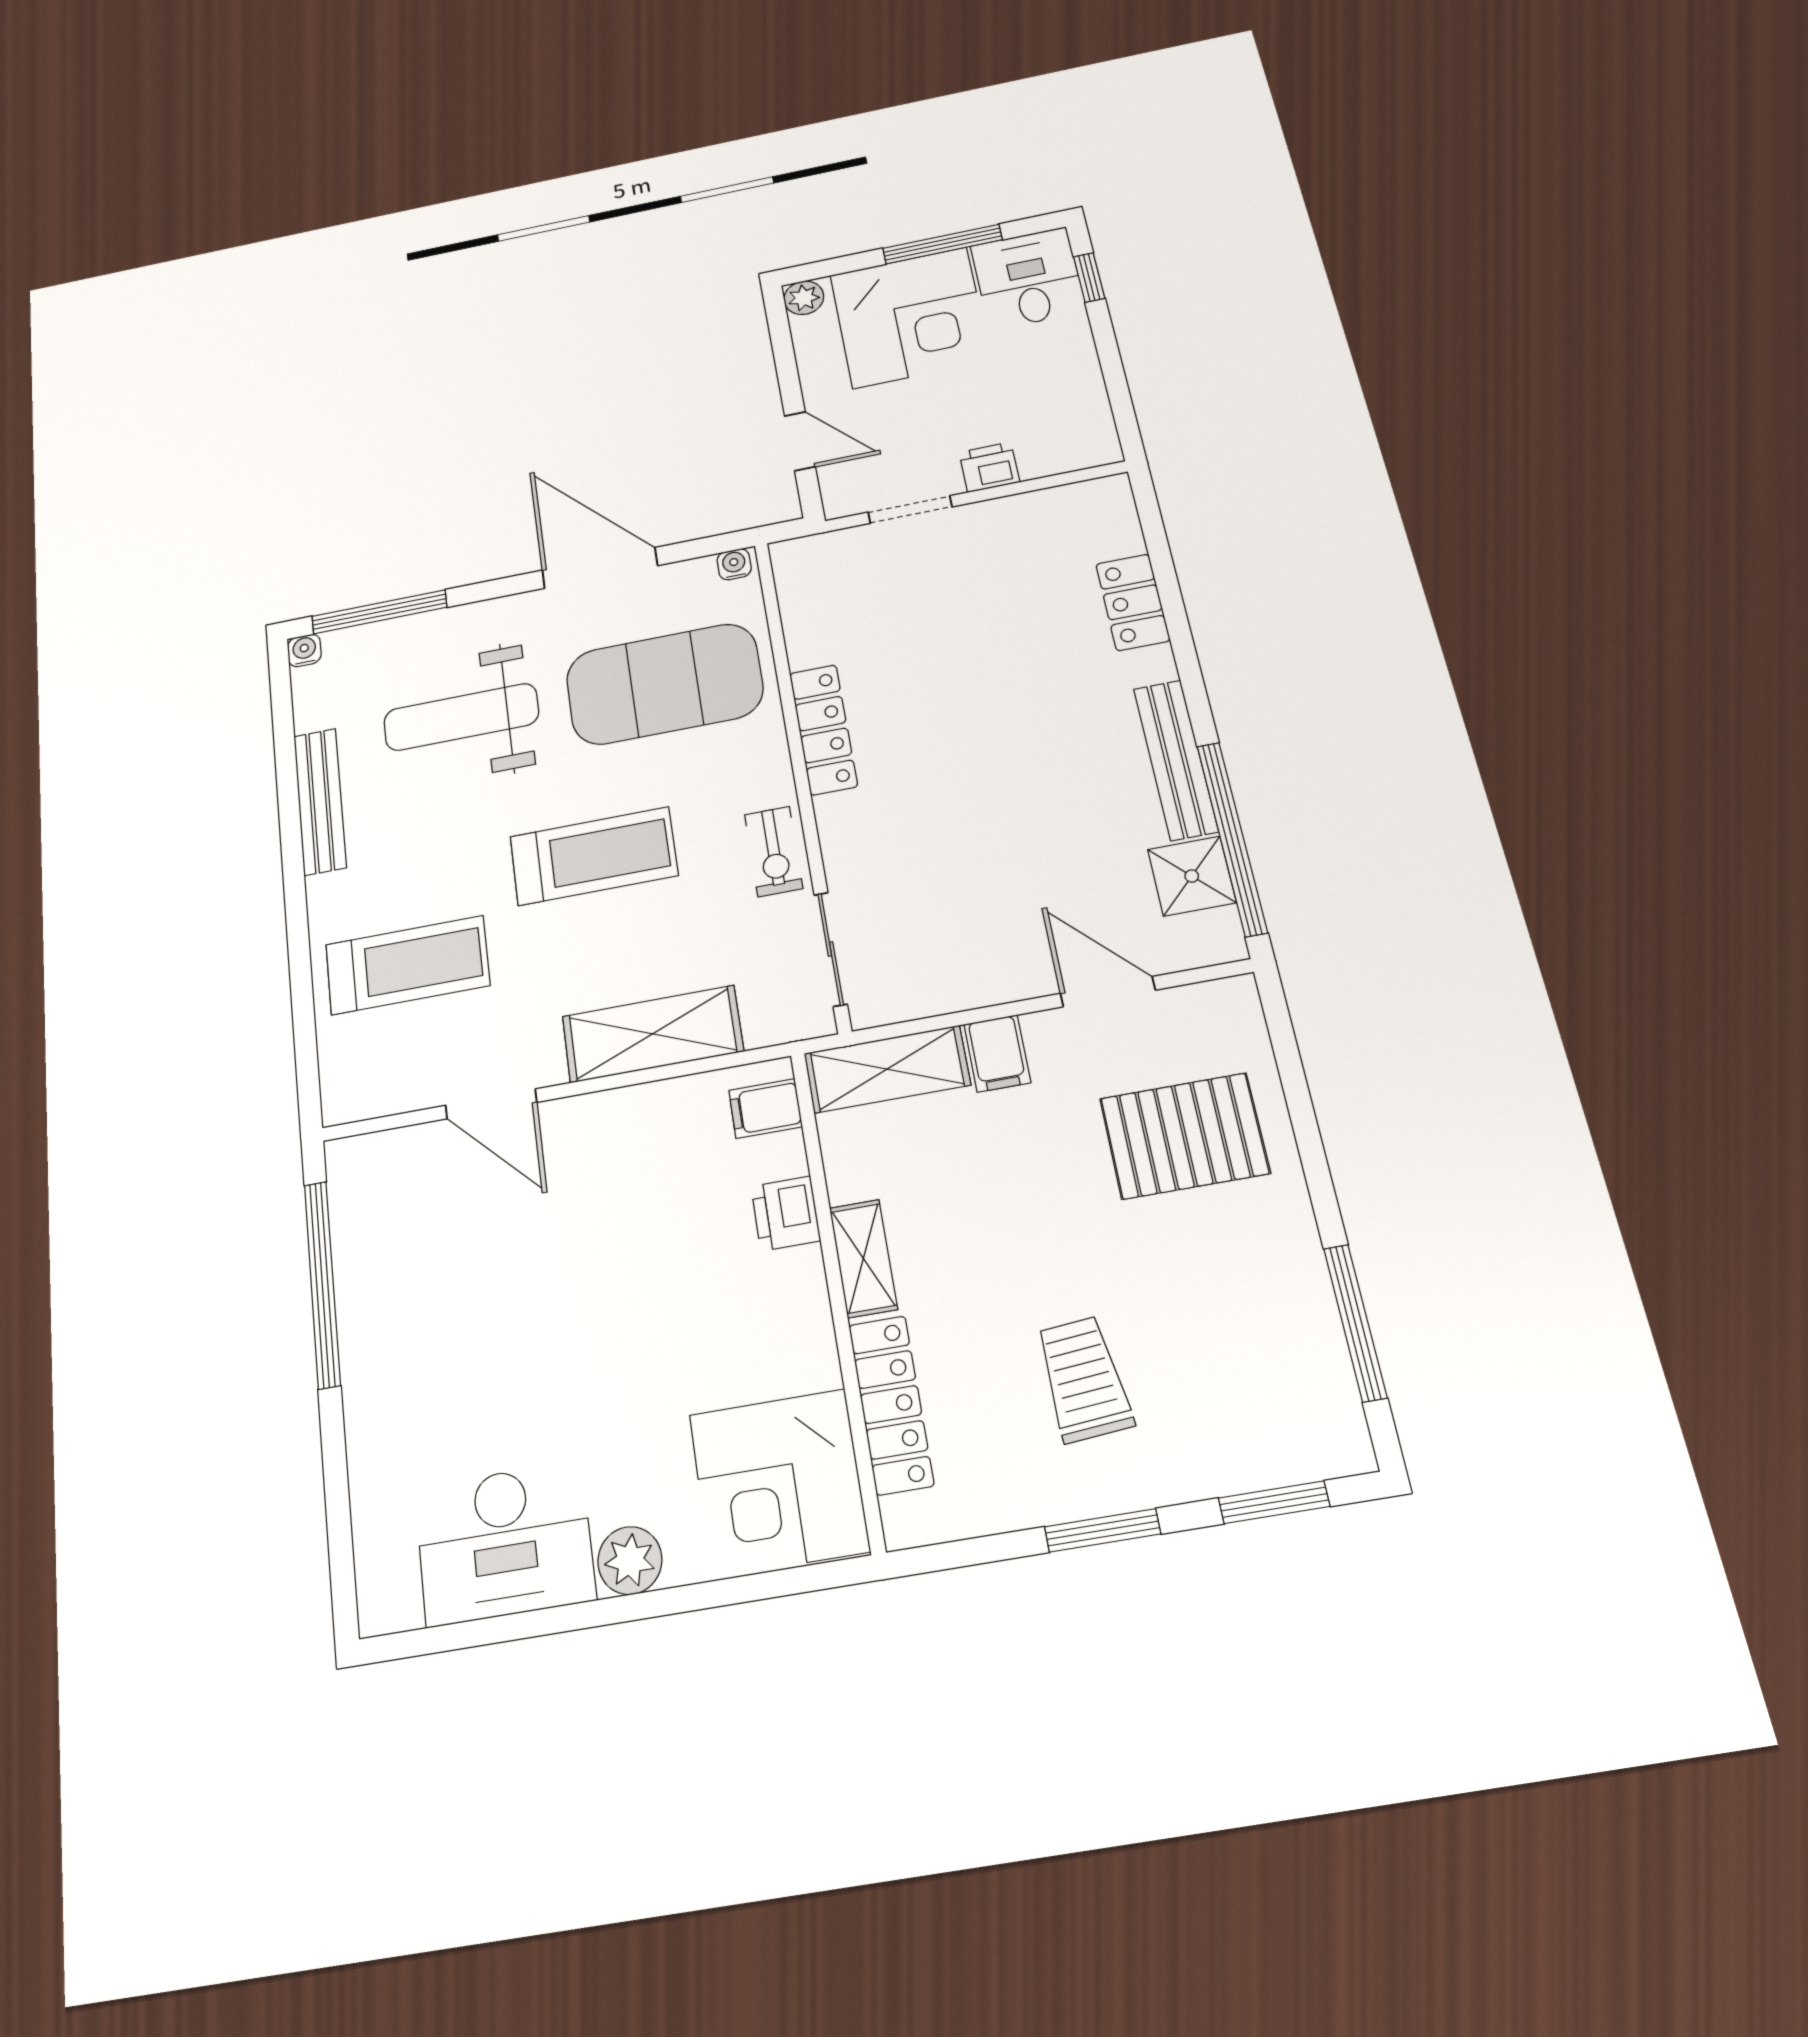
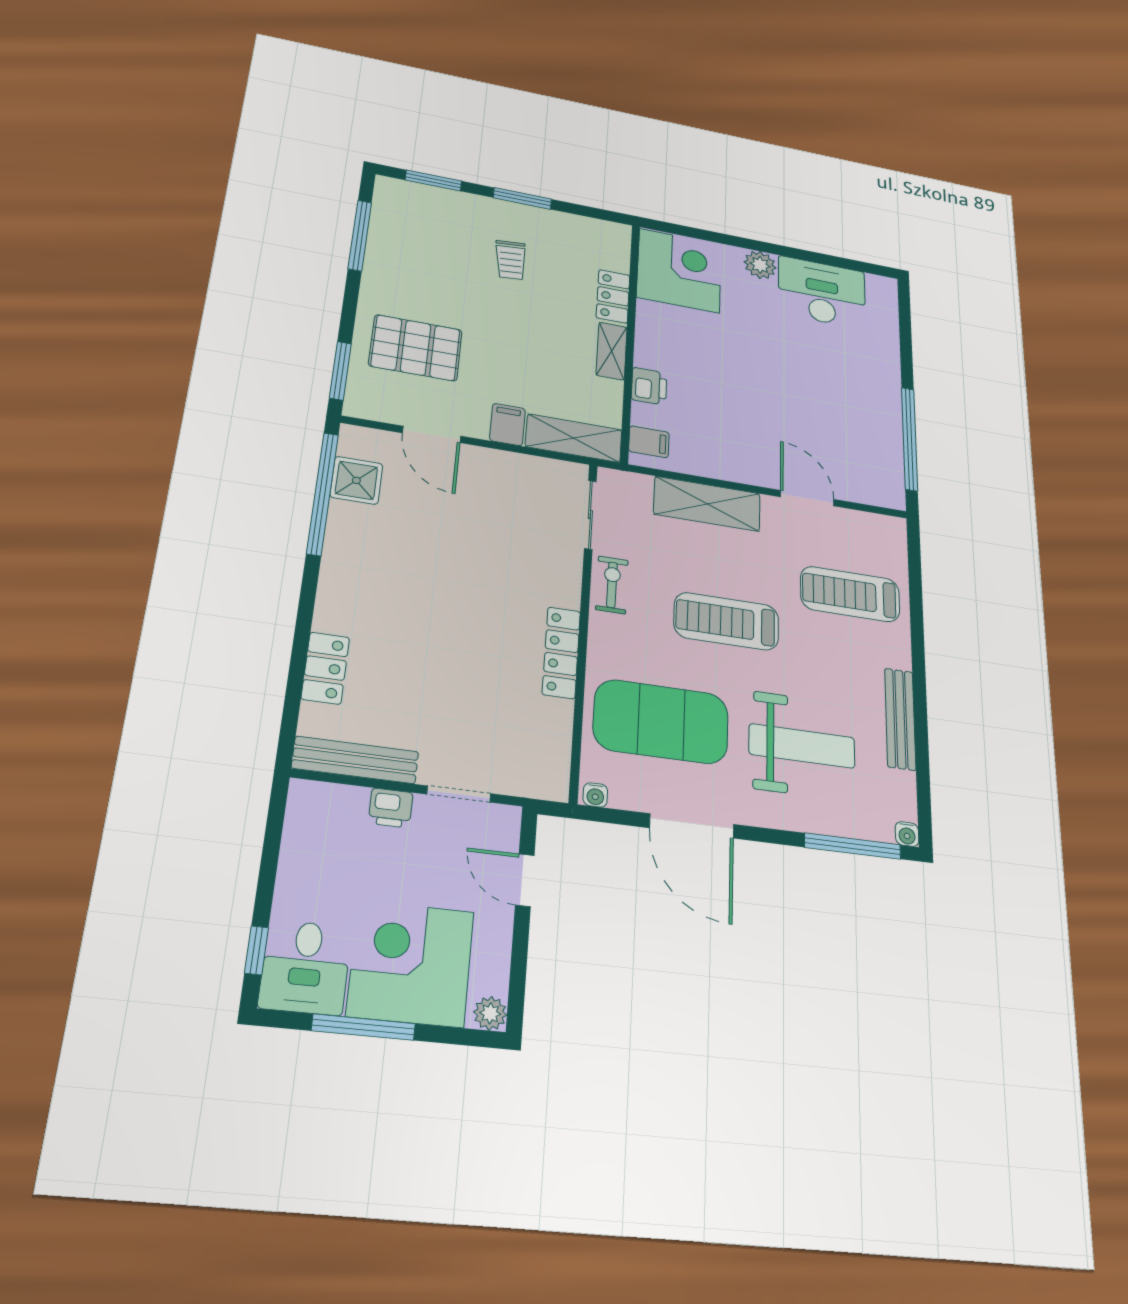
bench: (1176, 760) -> (355, 760), moved, turned 90
window: (1285, 1048) -> (340, 371), added
trolley: (1084, 1379) -> (511, 260), width x0.73, depth x0.72
locker: (891, 1405) -> (613, 296), width x0.66

